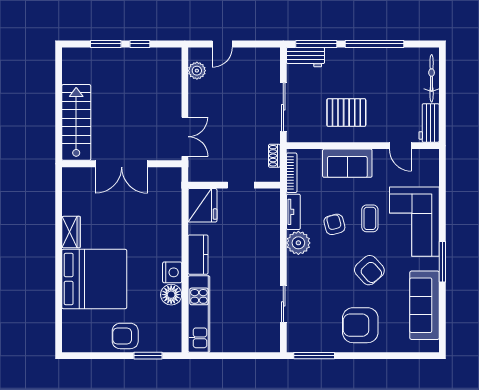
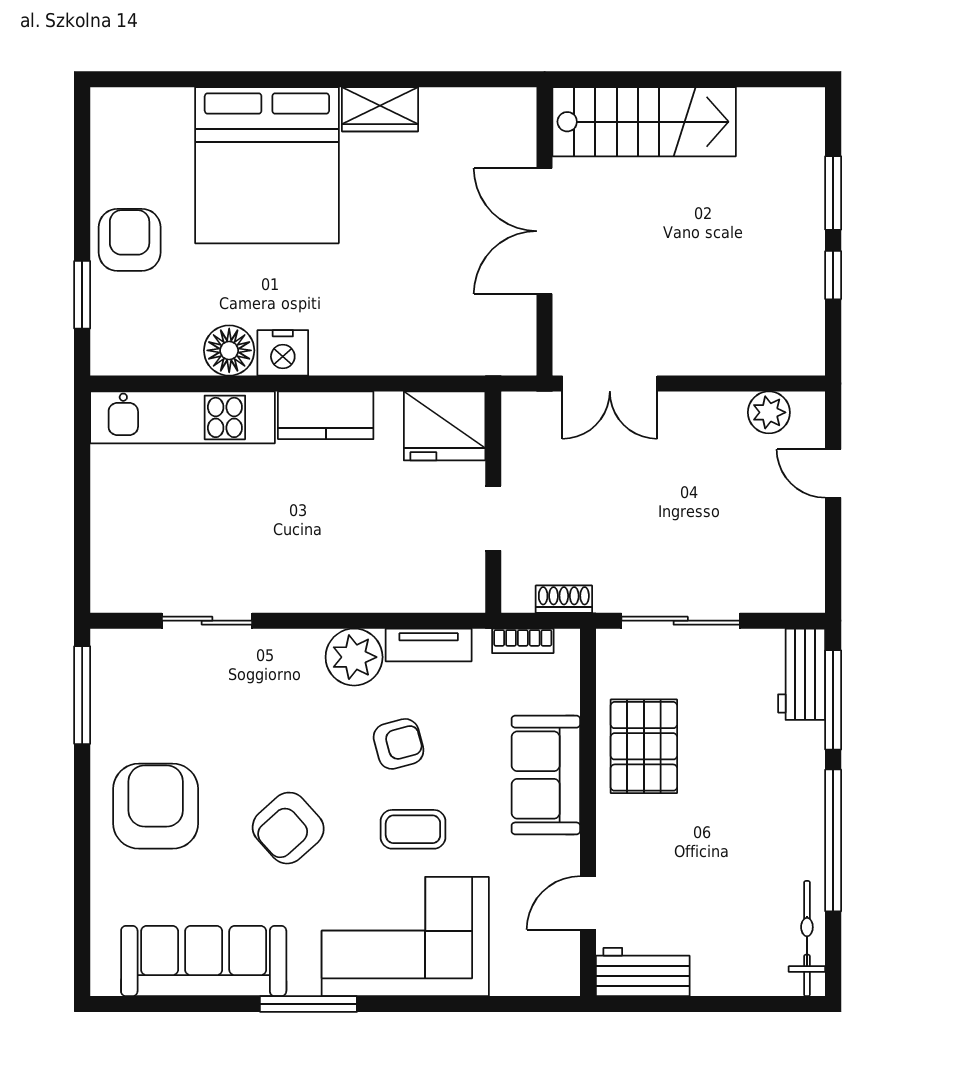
bicycle: (432, 78) -> (807, 939), moved, turned -90
pallet: (346, 113) -> (644, 746), moved
bookcase: (292, 173) -> (523, 641), width x0.64

